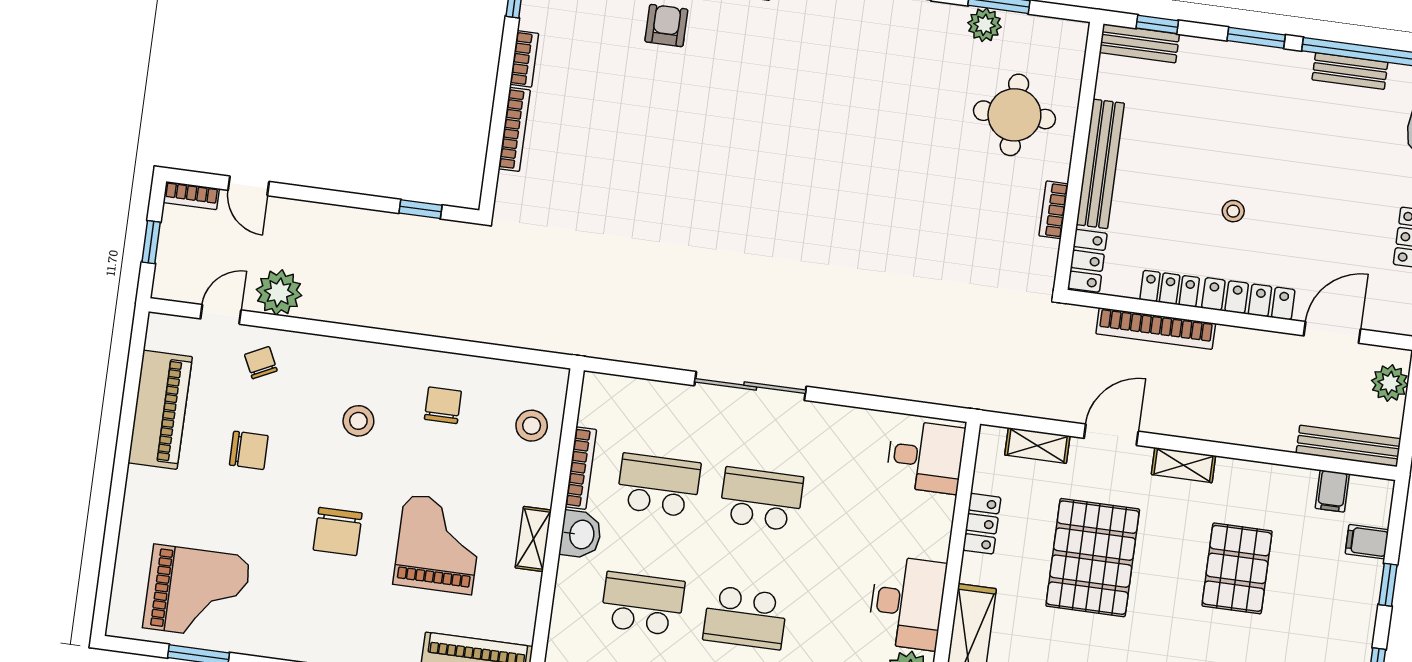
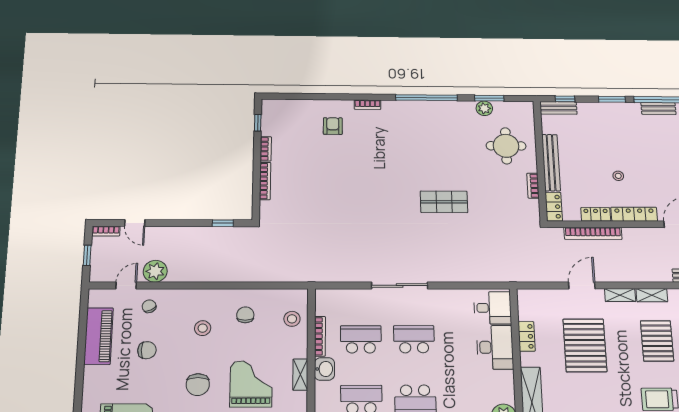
shop shelf: (867, 221) -> (444, 202), added
shelving: (1037, 446) -> (652, 295), moved
desk: (907, 603) -> (495, 347), moved

